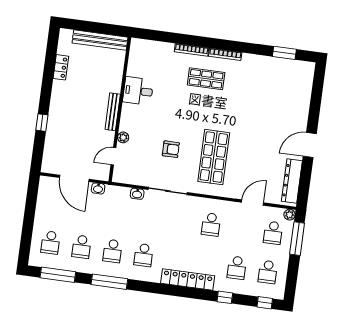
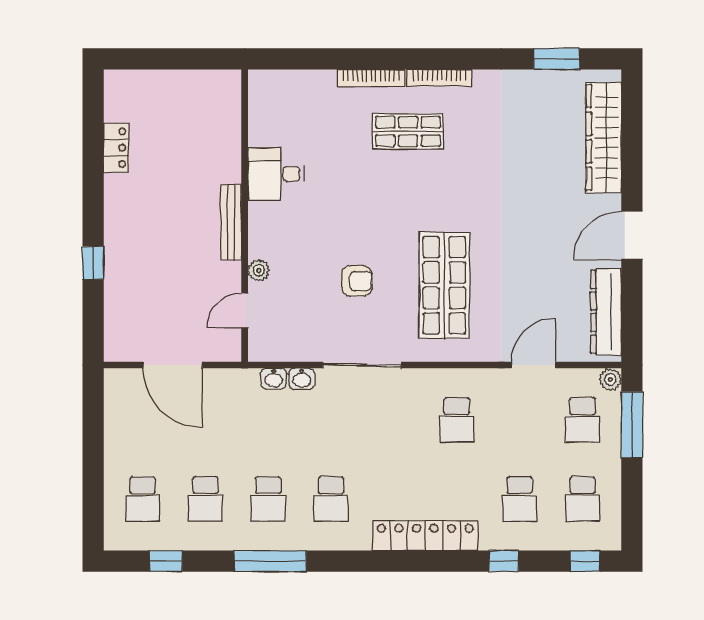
bench: (100, 40) -> (187, 83), removed
wardrobe: (302, 95) -> (604, 138), added
washbasin: (98, 188) -> (274, 379), moved
window: (58, 275) -> (166, 561), width x0.46

